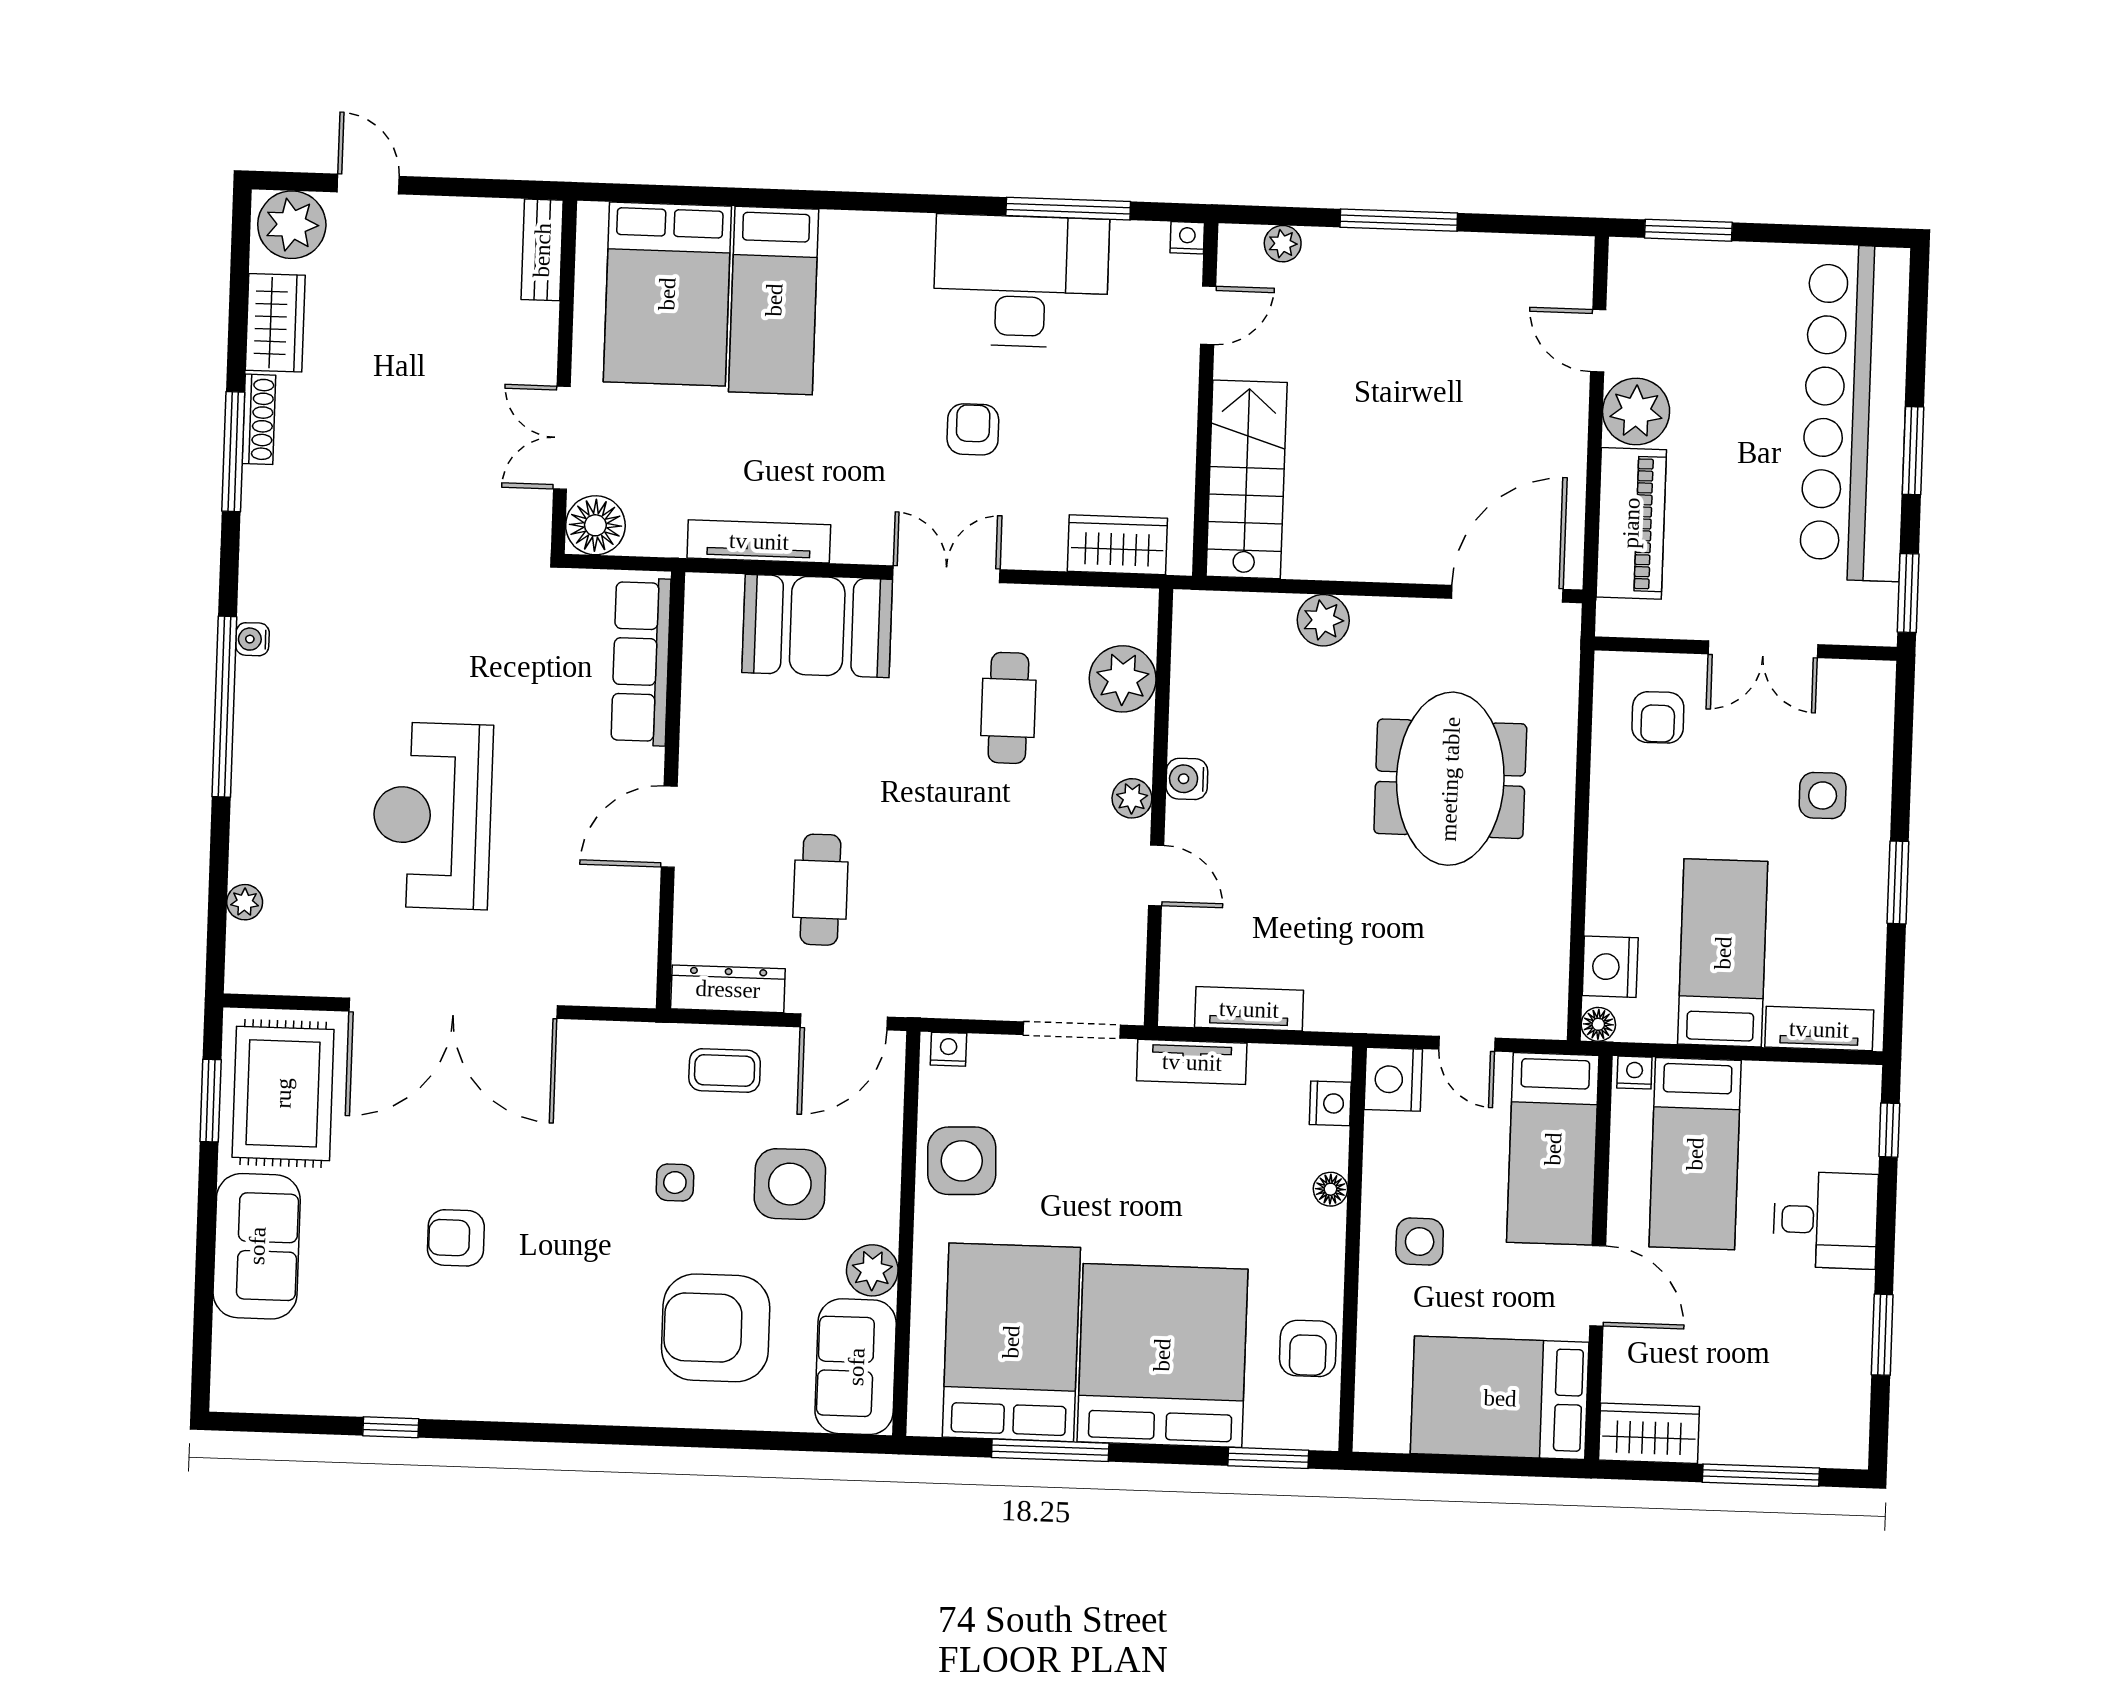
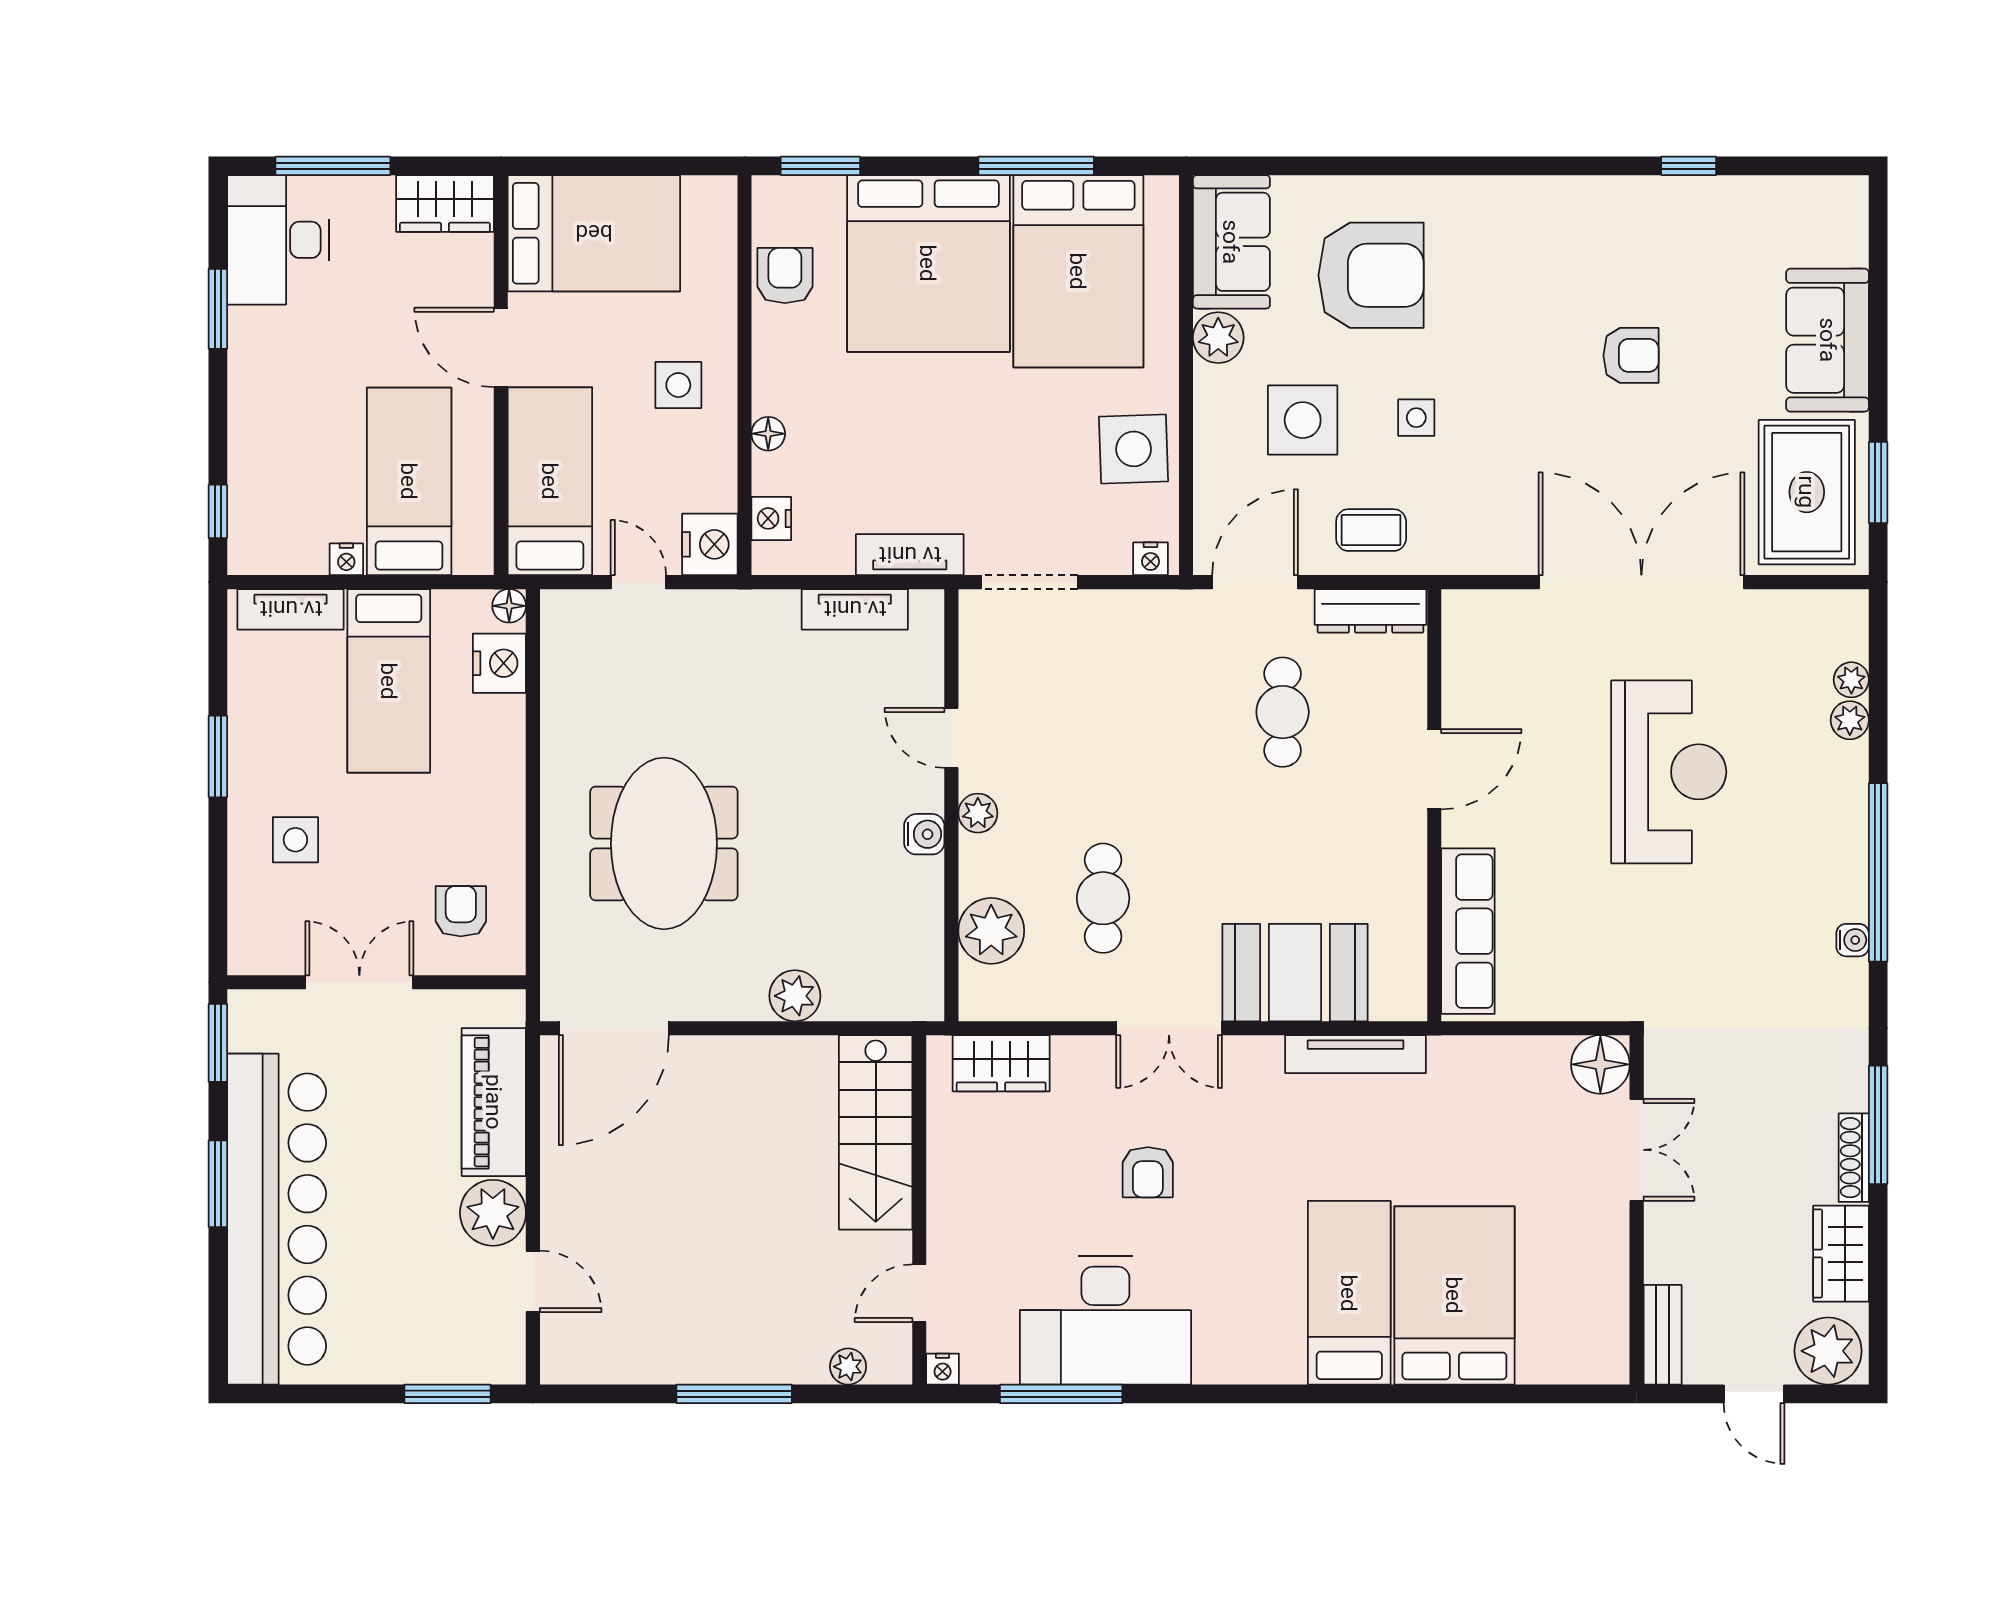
bench: (542, 250) -> (1663, 1335), moved
wall: (564, 377) -> (1637, 1210), moved
double door: (562, 438) -> (1637, 1150), moved
floor lamp: (595, 525) -> (1600, 1064), moved
plant: (248, 861) -> (1850, 720), added
nightstand: (1634, 1073) -> (346, 559), moved
desk: (1825, 1220) -> (278, 240), moved, width x1.37

